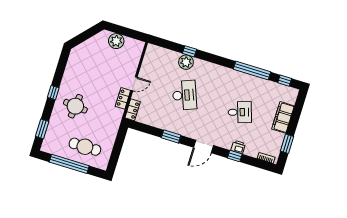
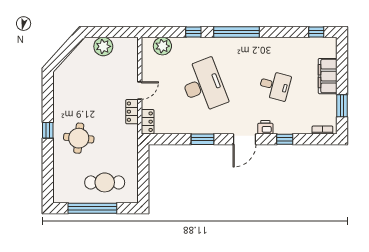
plant: (186, 62) -> (162, 46), moved
window: (252, 71) -> (236, 32), moved
desk: (184, 95) -> (203, 86), width x1.36, depth x1.30
desk: (240, 112) -> (275, 86), turned 33
window: (42, 129) -> (48, 177), removed
printer: (238, 147) -> (265, 127), moved

